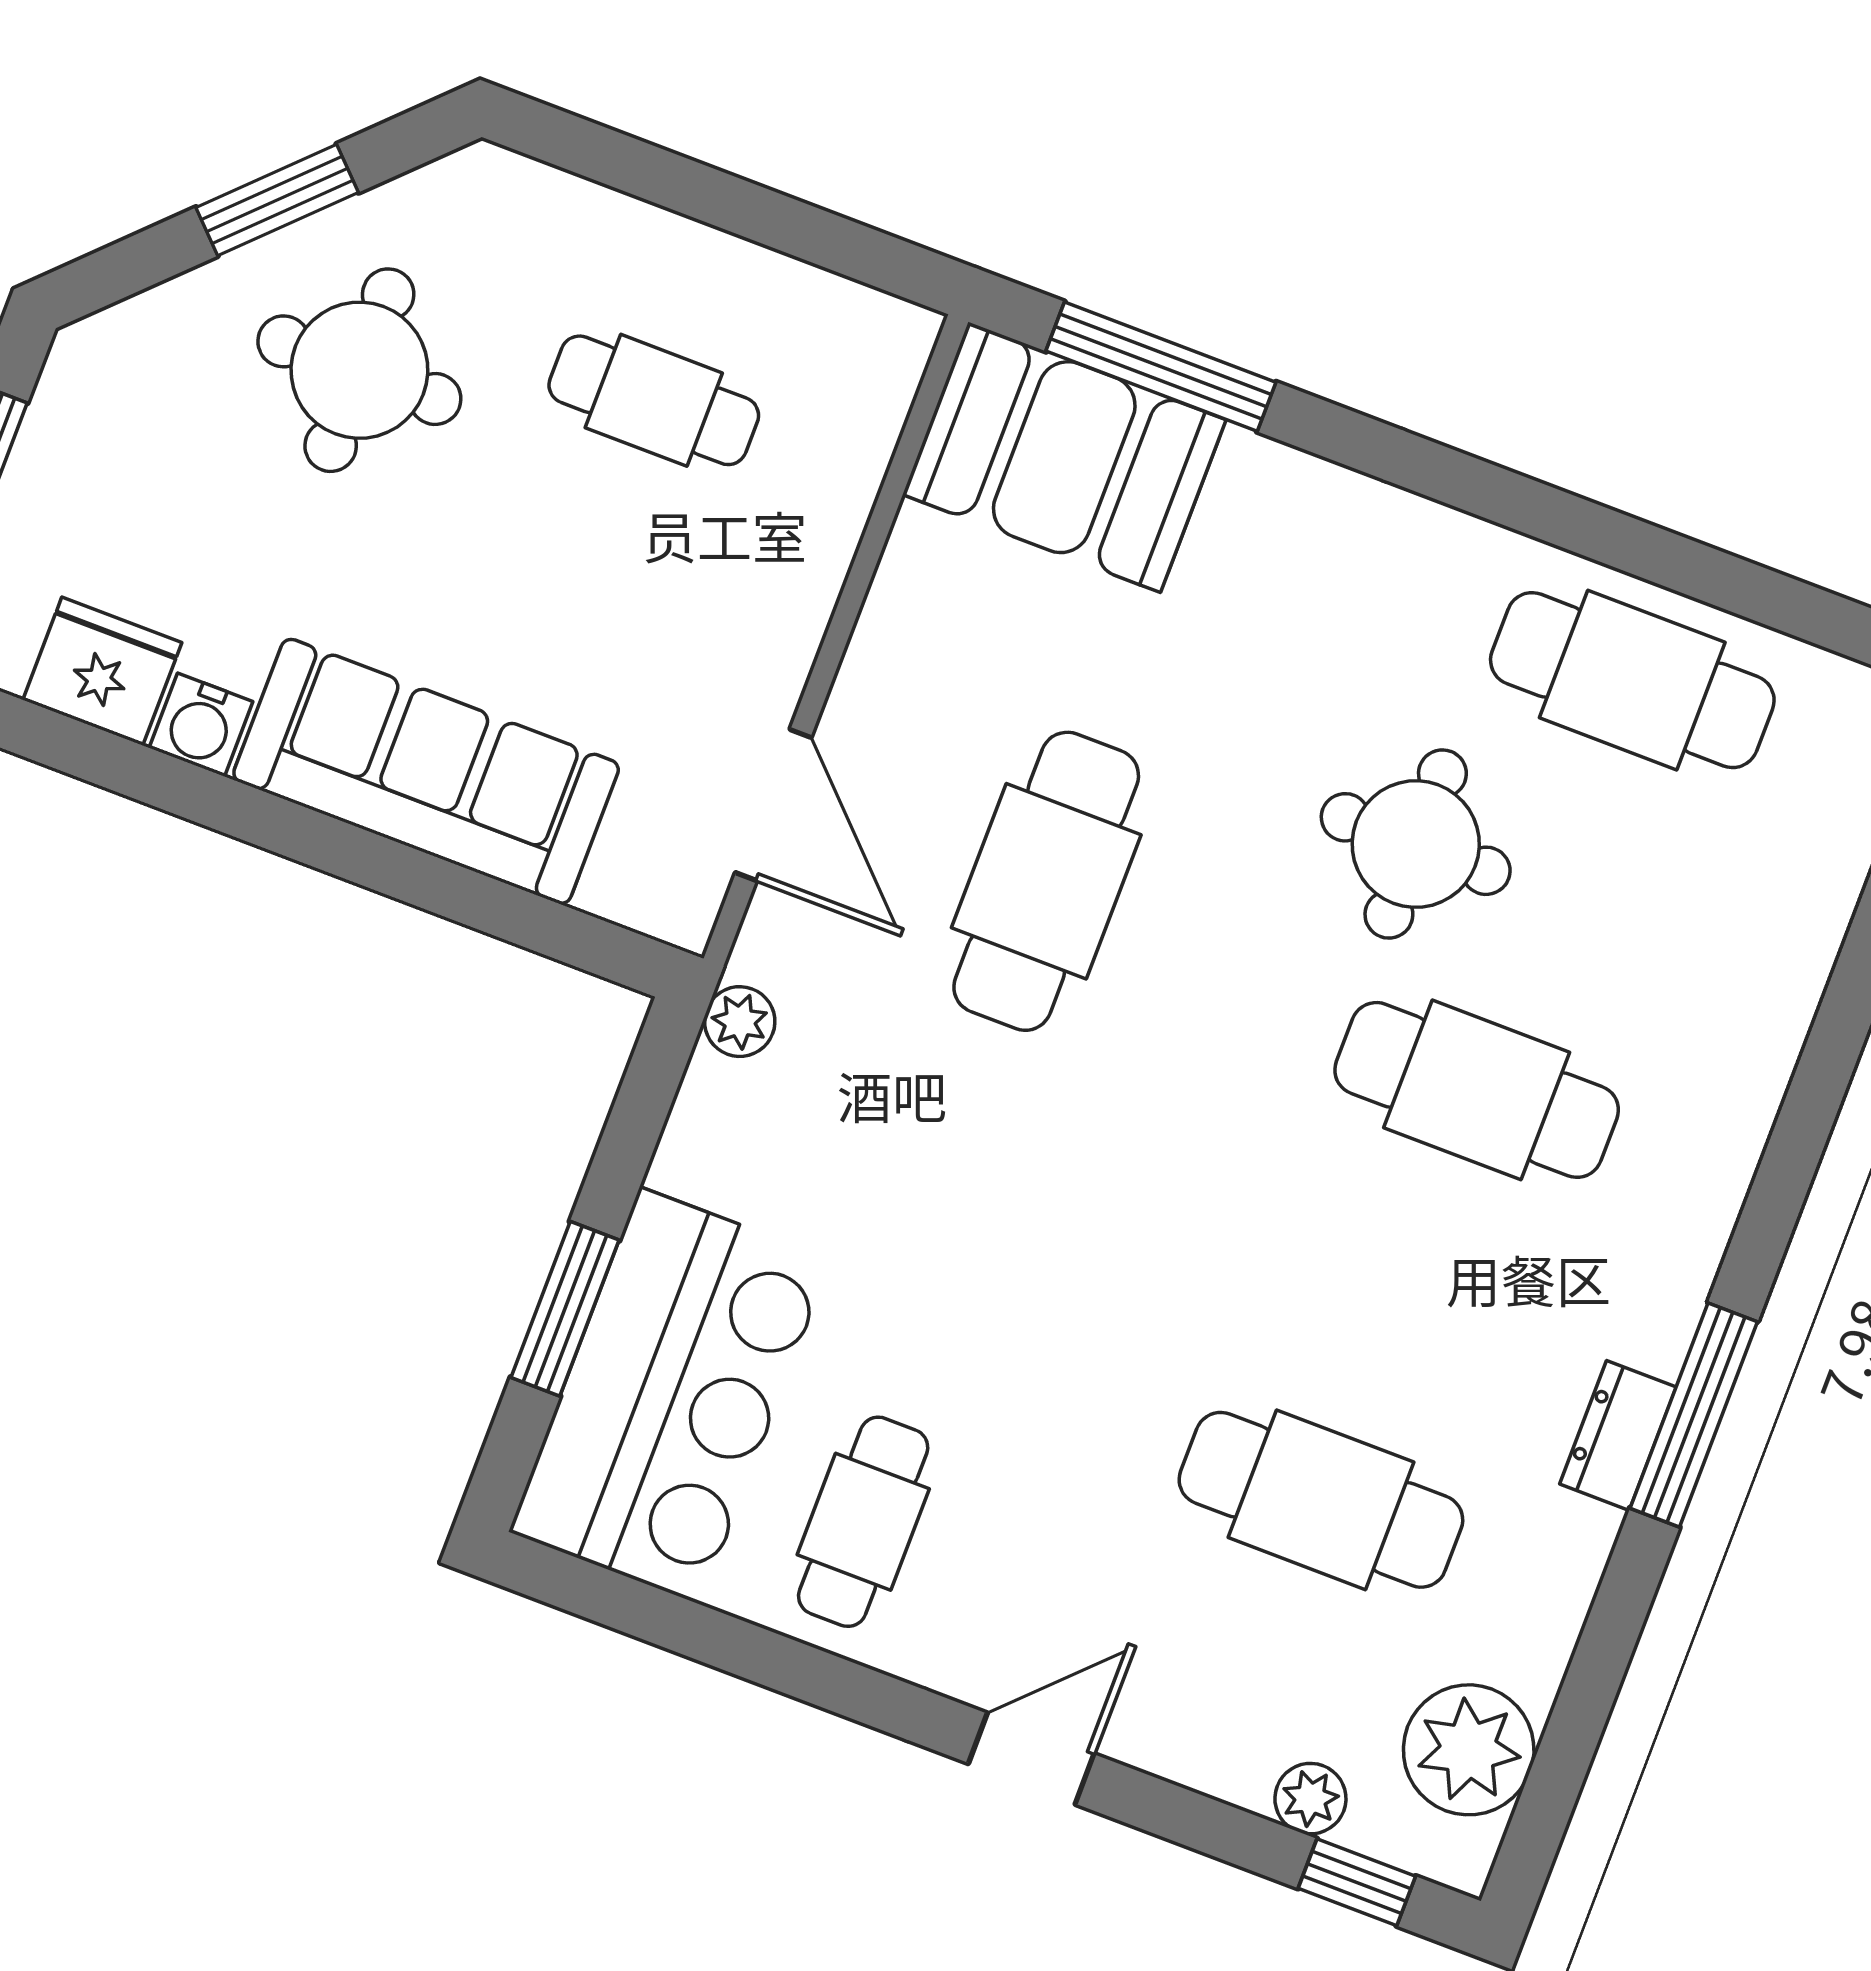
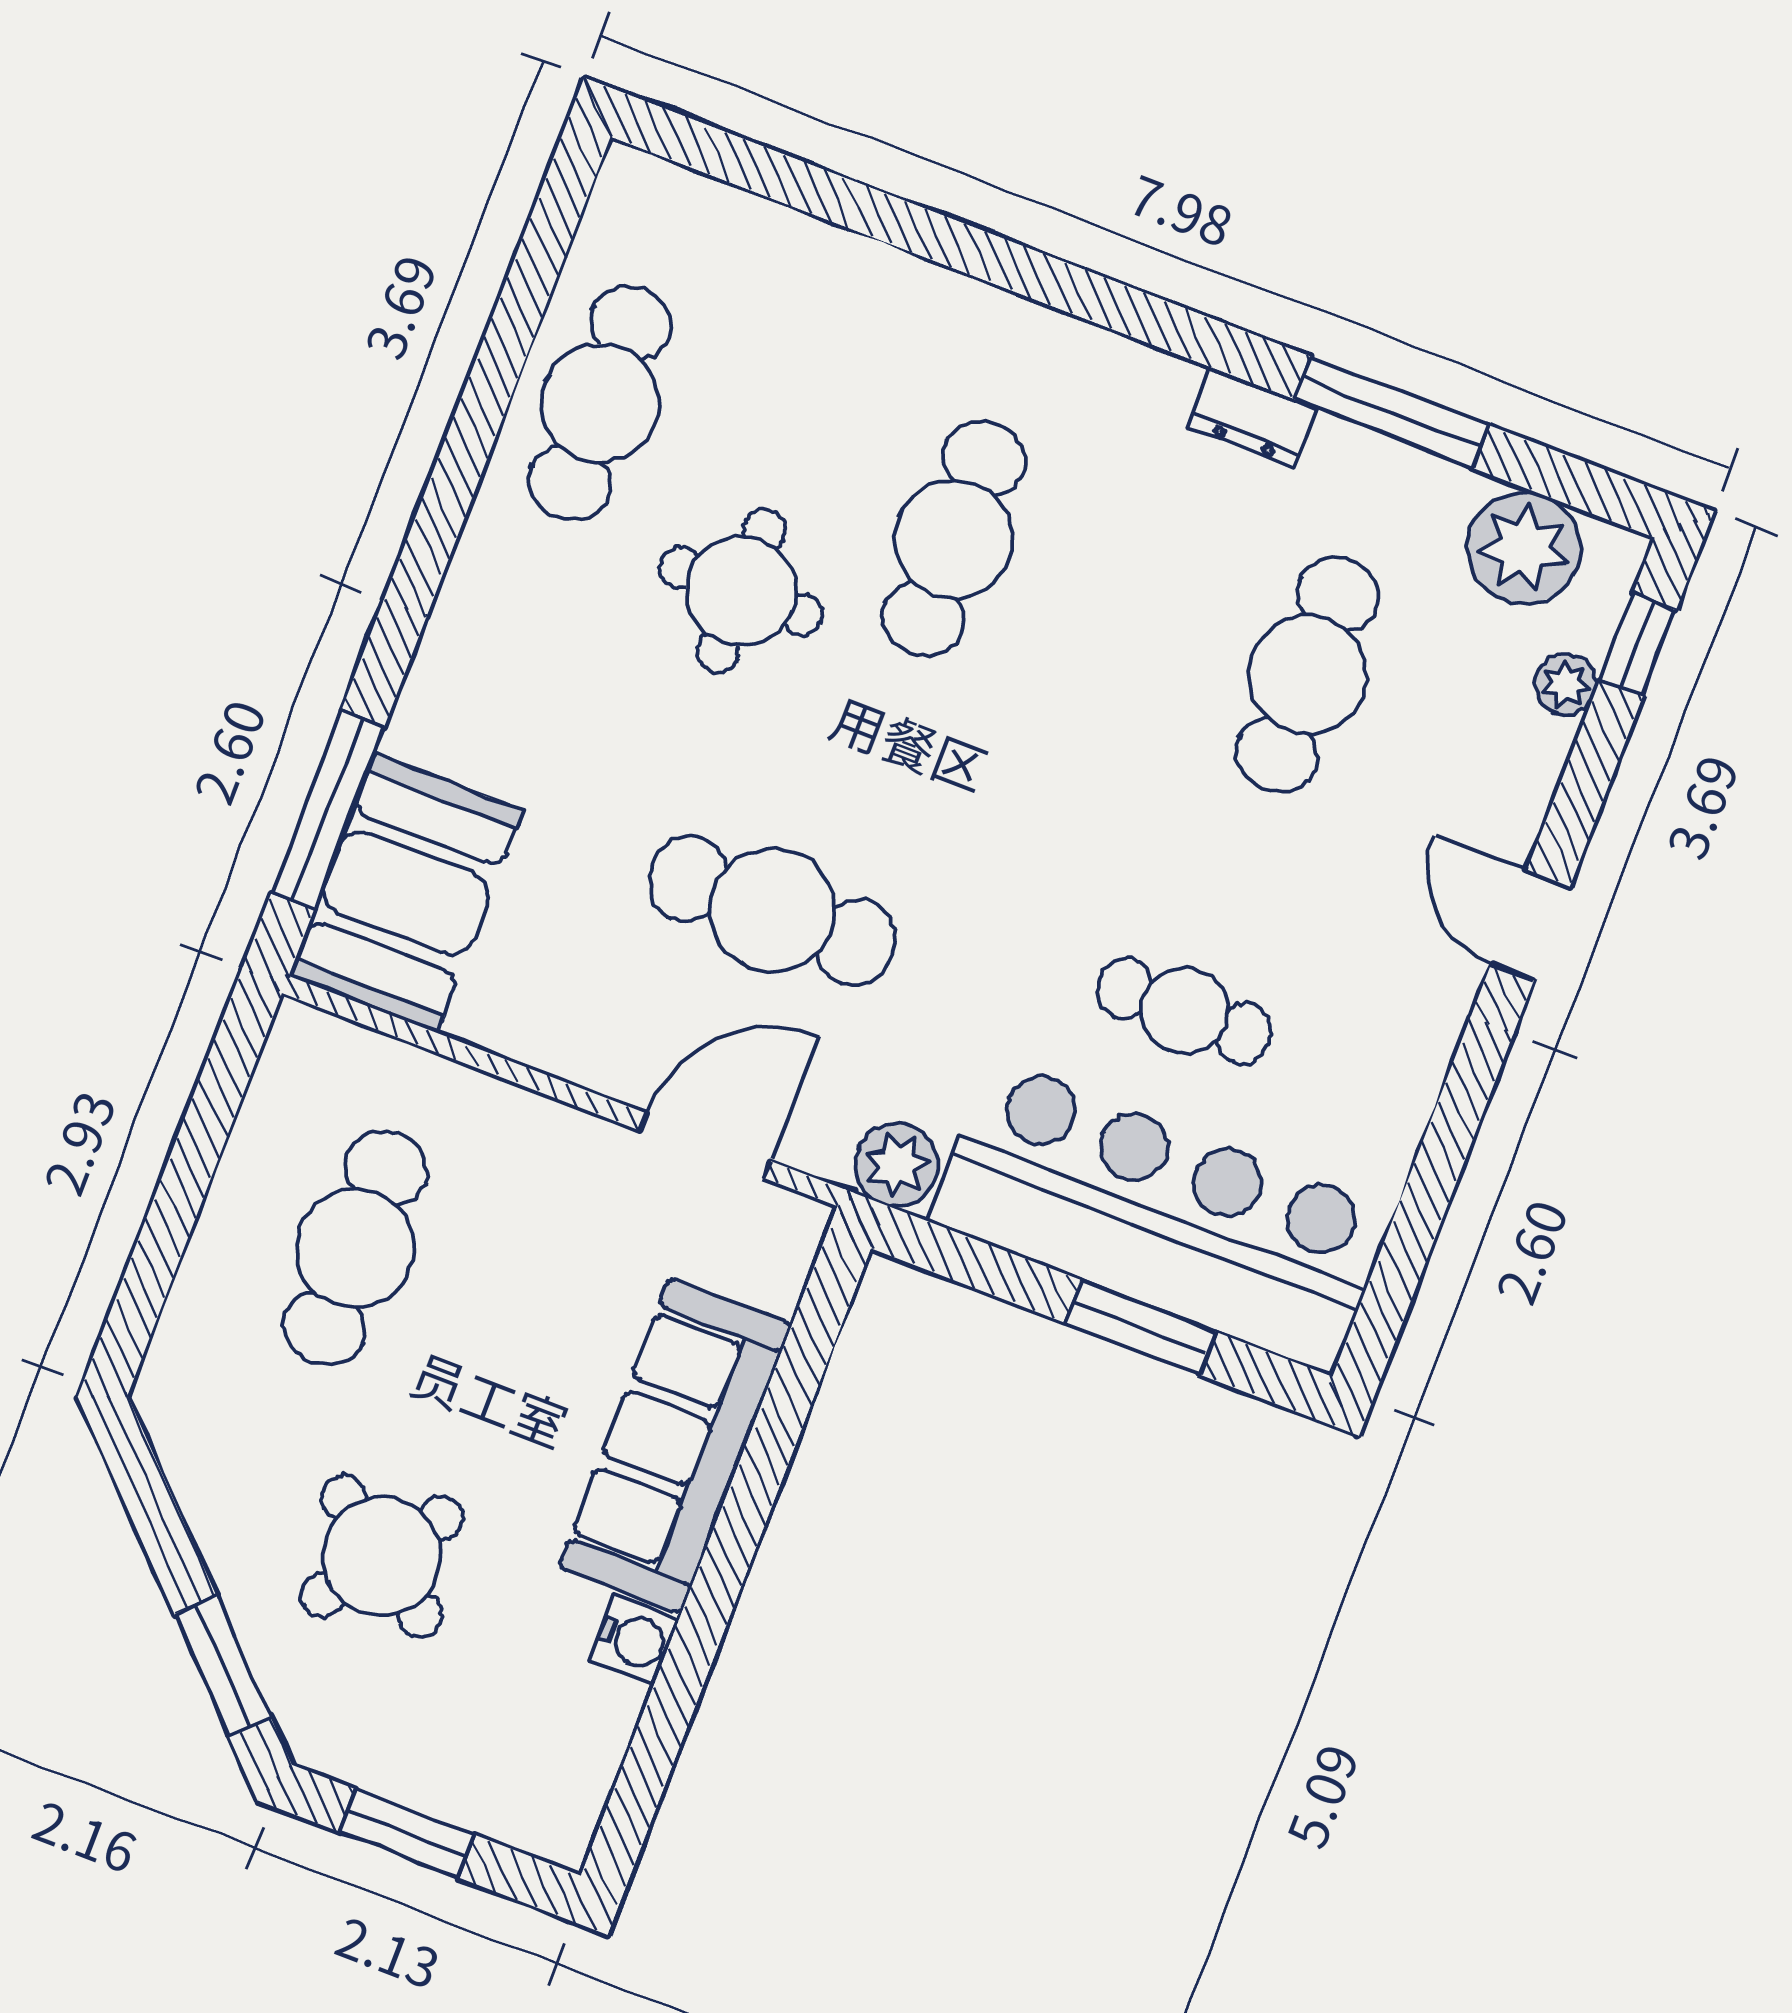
window: (277, 200) -> (223, 1666), moved
round table: (359, 370) -> (382, 1557), moved, turned 36
cafe table: (654, 400) -> (355, 1248), width x1.37, depth x1.35
fridge: (102, 671) -> (588, 1725), removed
plant: (740, 1022) -> (897, 1165), width x1.38, depth x1.38
bar counter: (670, 1396) -> (1161, 1216), width x1.36
window: (1694, 1415) -> (1392, 412), moved
cafe table: (863, 1522) -> (1184, 1011), moved

